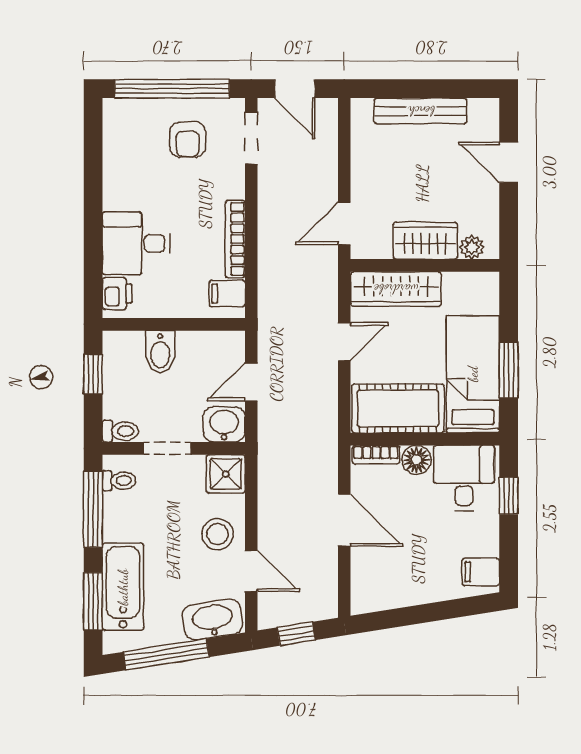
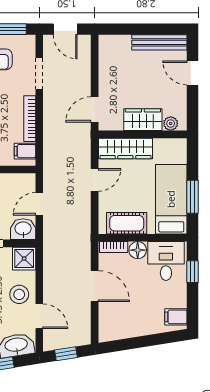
bench: (421, 111) -> (159, 42), moved
doorway: (251, 138) -> (39, 73), moved
cot: (398, 408) -> (127, 223), width x0.73, depth x0.75

